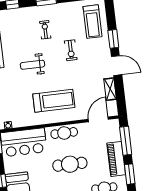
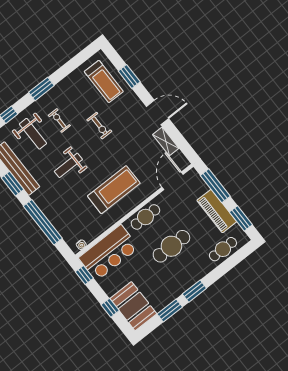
weight bench: (21, 28) -> (33, 134), added
window: (113, 39) -> (129, 76), moved

